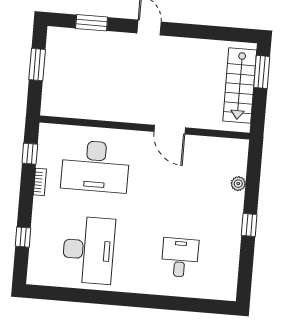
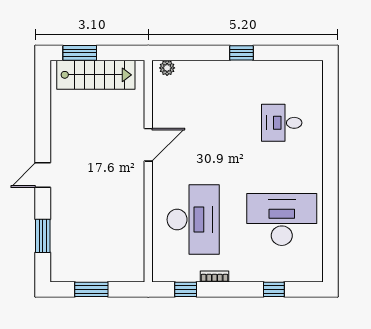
plant: (238, 184) -> (167, 68), moved

